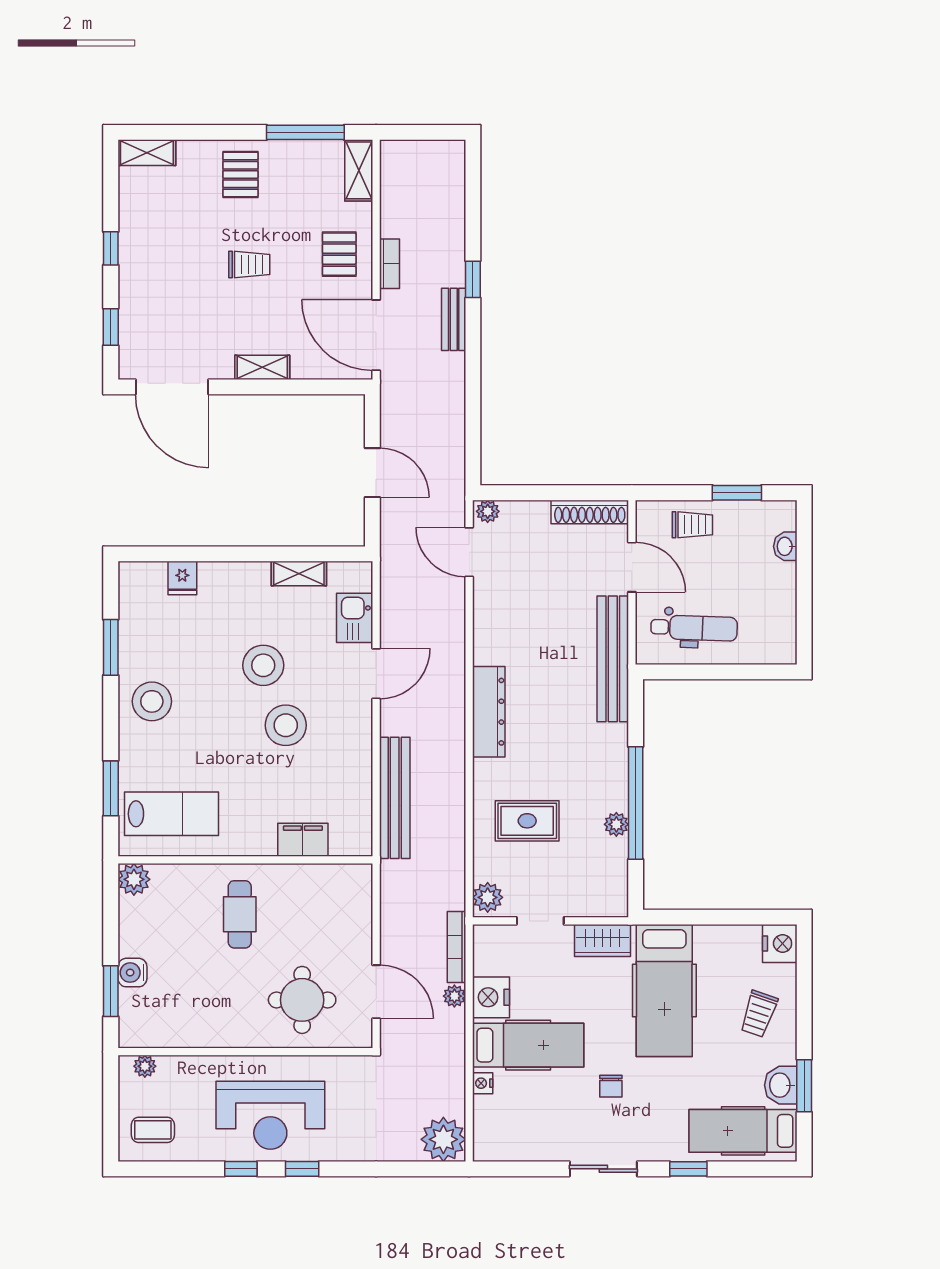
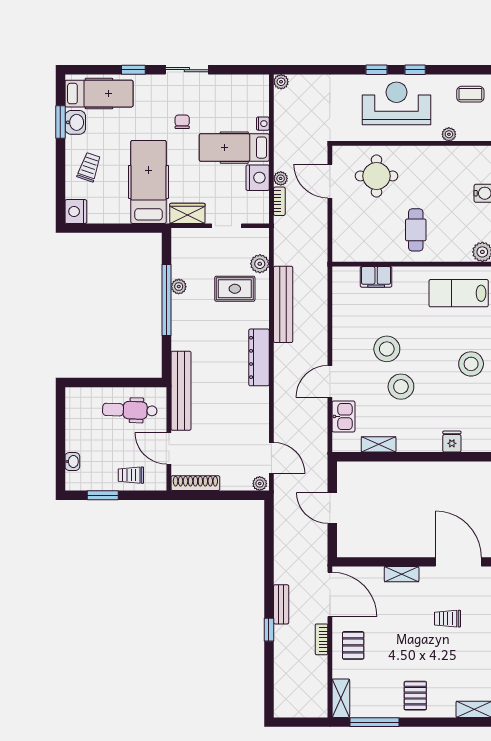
trolley: (249, 264) -> (448, 619), moved
bench: (395, 798) -> (283, 304), moved
plant: (488, 897) -> (260, 264), moved
bookcase: (457, 947) -> (279, 201), width x0.64
plant: (145, 1066) -> (449, 134), moved
plant: (443, 1139) -> (281, 82), width x0.53, depth x0.53

